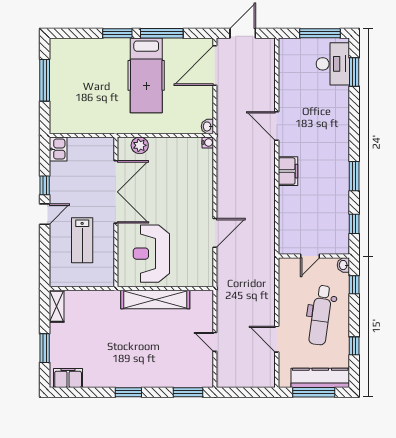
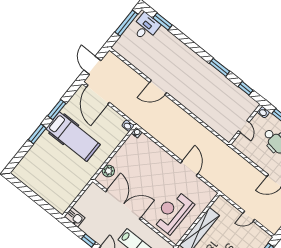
window: (162, 33) -> (57, 110), width x0.69
desk: (333, 64) -> (146, 27), width x0.73
window: (45, 80) -> (31, 194), removed
filing cabinet: (288, 171) -> (188, 101), removed
reception desk: (151, 254) -> (173, 212), turned 90

